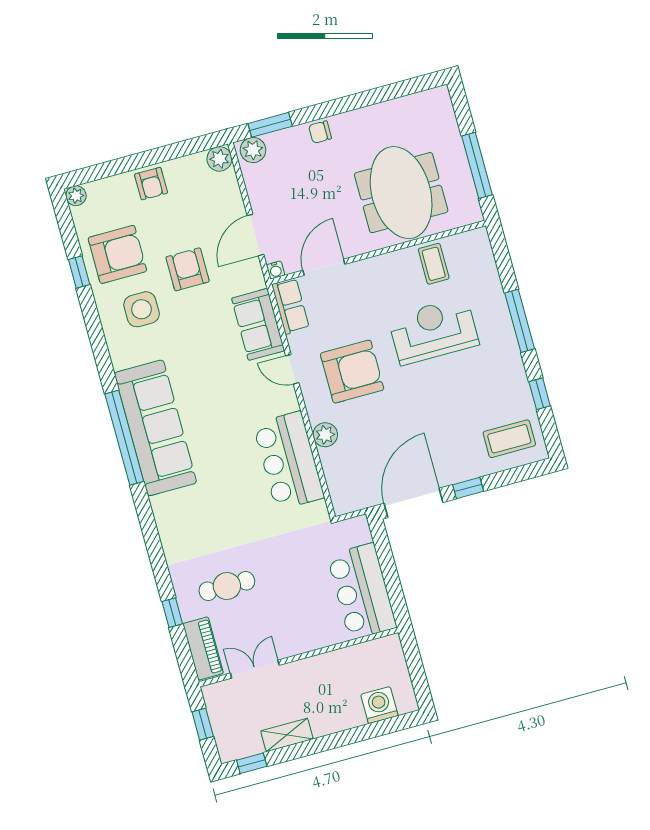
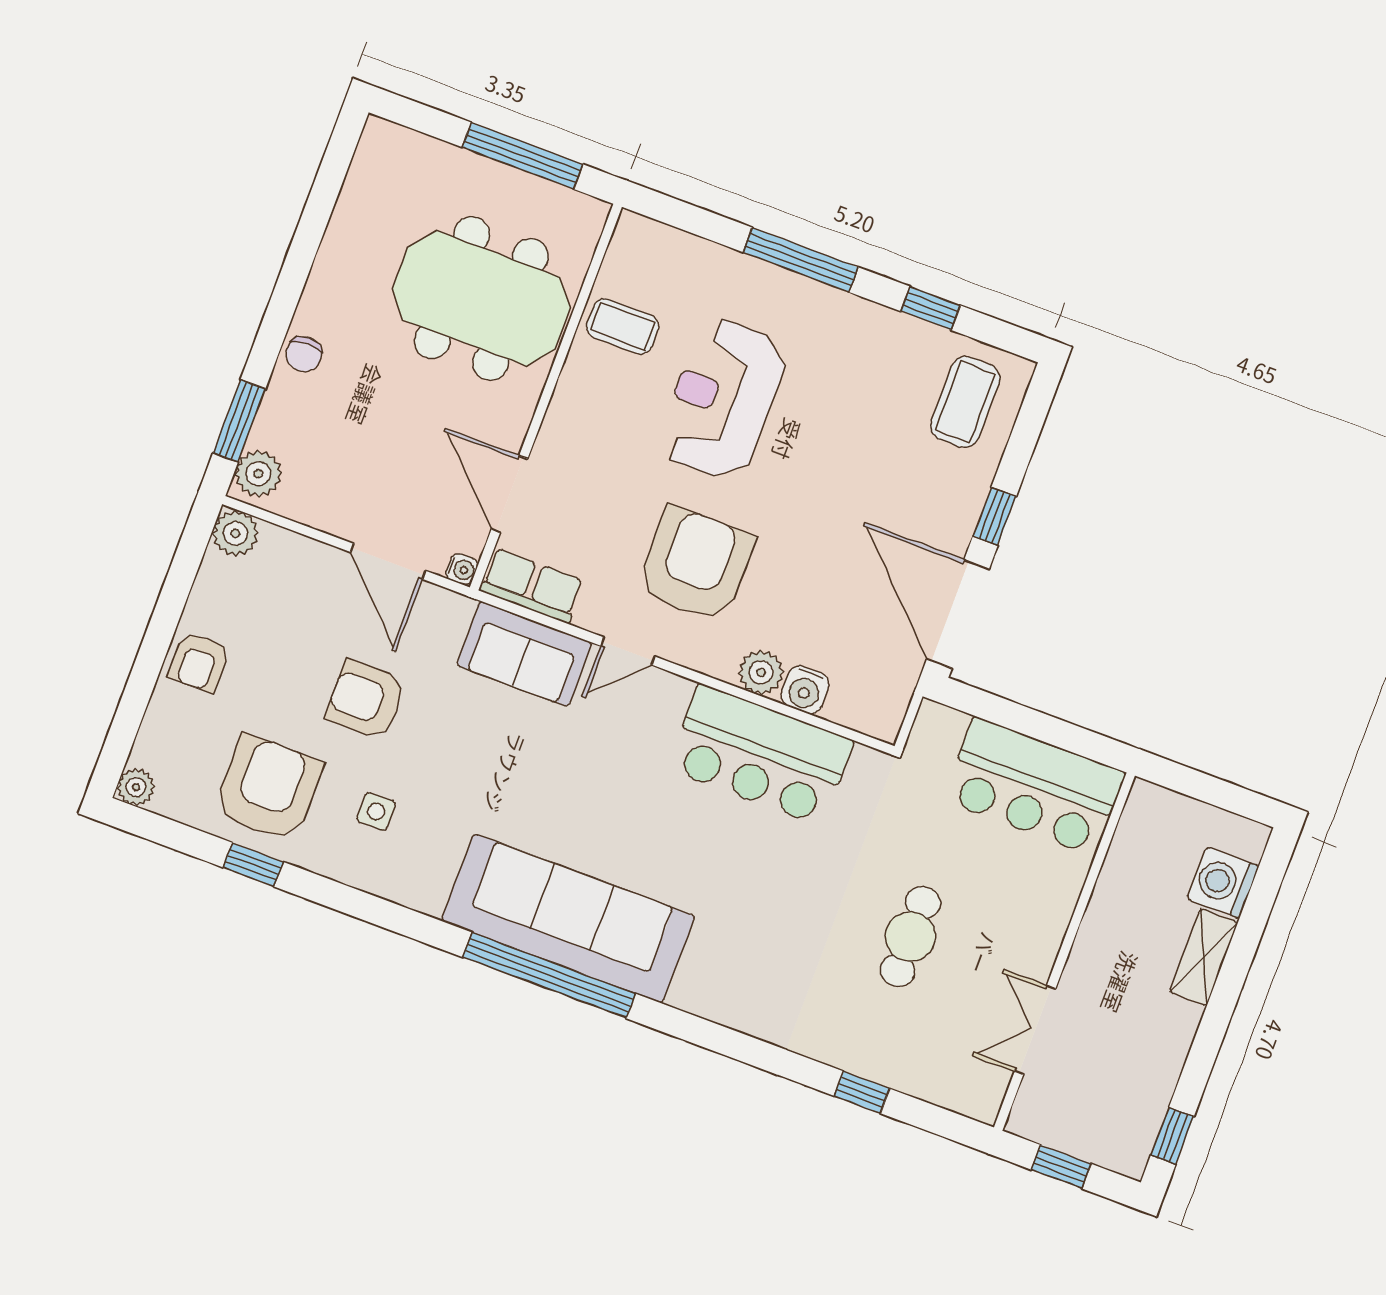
armchair: (151, 184) -> (199, 662), turned 90
side table: (142, 309) -> (376, 812), width x0.54, depth x0.54
water cooler: (331, 460) -> (805, 690), added
cafe table: (227, 586) -> (910, 936), moved
piano: (203, 648) -> (949, 1085), removed
shelving: (287, 735) -> (1204, 957), moved

